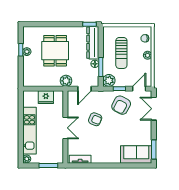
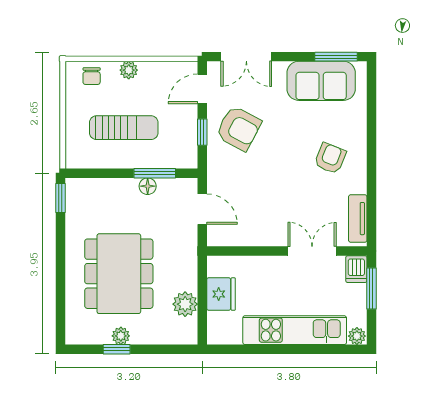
dresser: (93, 43) -> (101, 191), removed
dining table: (55, 51) -> (119, 274), width x1.38
plant: (109, 80) -> (184, 155), removed
plant: (66, 81) -> (185, 304), moved
door: (139, 89) -> (202, 89), hinge flipped
armchair: (95, 119) -> (330, 158), moved
double door: (65, 128) -> (312, 251), moved
sofa: (136, 154) -> (321, 81), moved, turned -90
dishwasher: (57, 159) -> (356, 269), added

